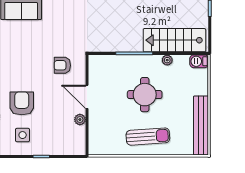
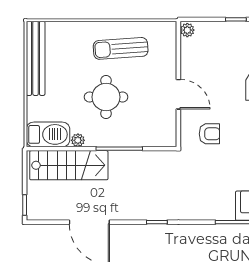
barbecue: (199, 61) -> (48, 134), width x1.88, depth x1.53
plant: (80, 120) -> (187, 30), moved
sun lounger: (148, 137) -> (121, 48), moved

